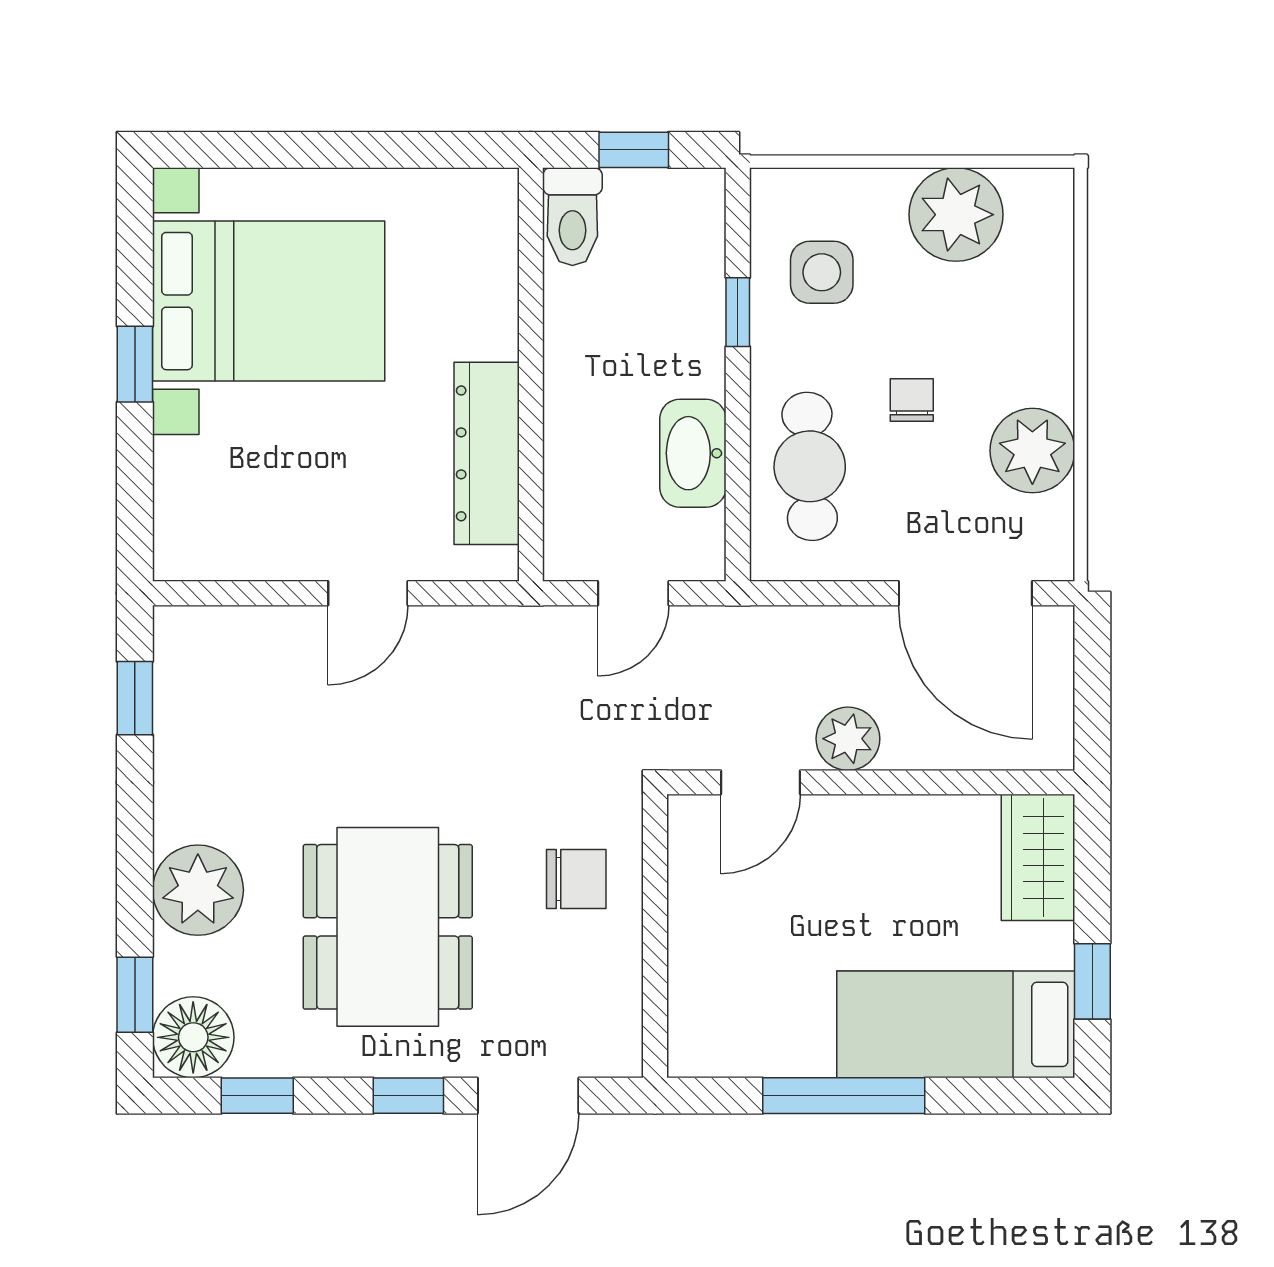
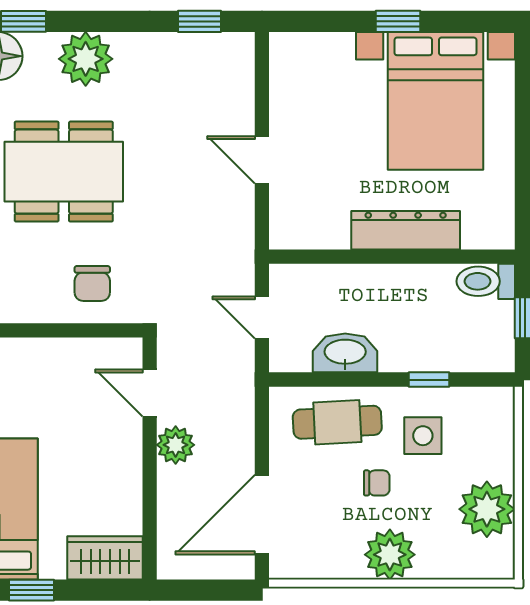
side table: (822, 272) -> (423, 436), moved
plant: (1032, 451) -> (390, 555), moved
dresser: (487, 453) -> (406, 230), moved

